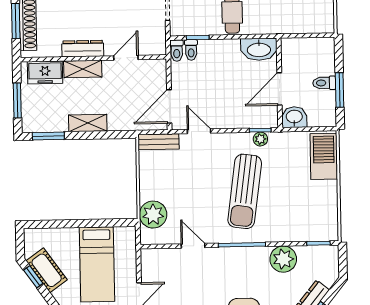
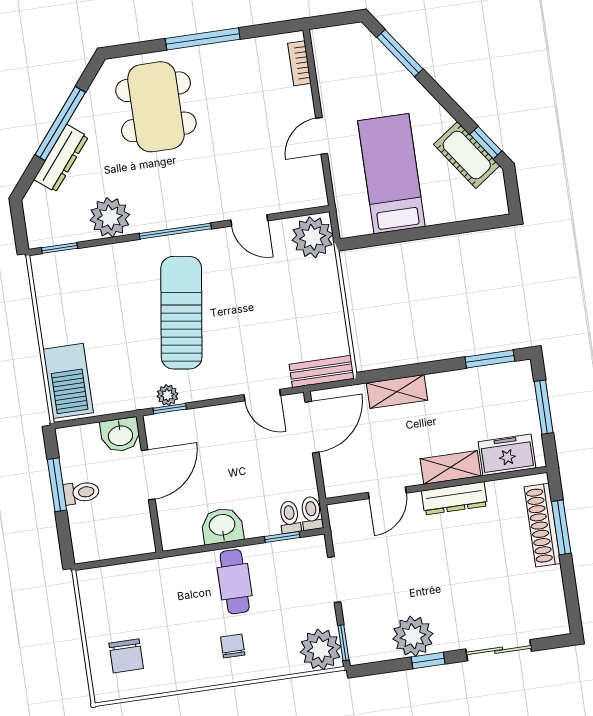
washbasin: (259, 49) -> (222, 526), moved, width x0.72
shelving: (88, 123) -> (397, 392), moved
plant: (153, 215) -> (312, 237), moved

